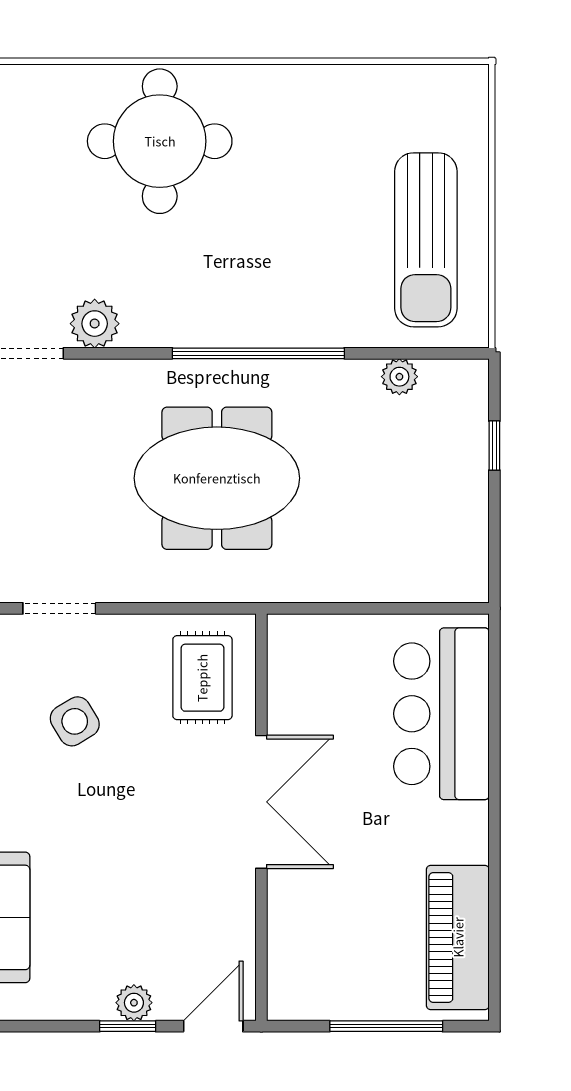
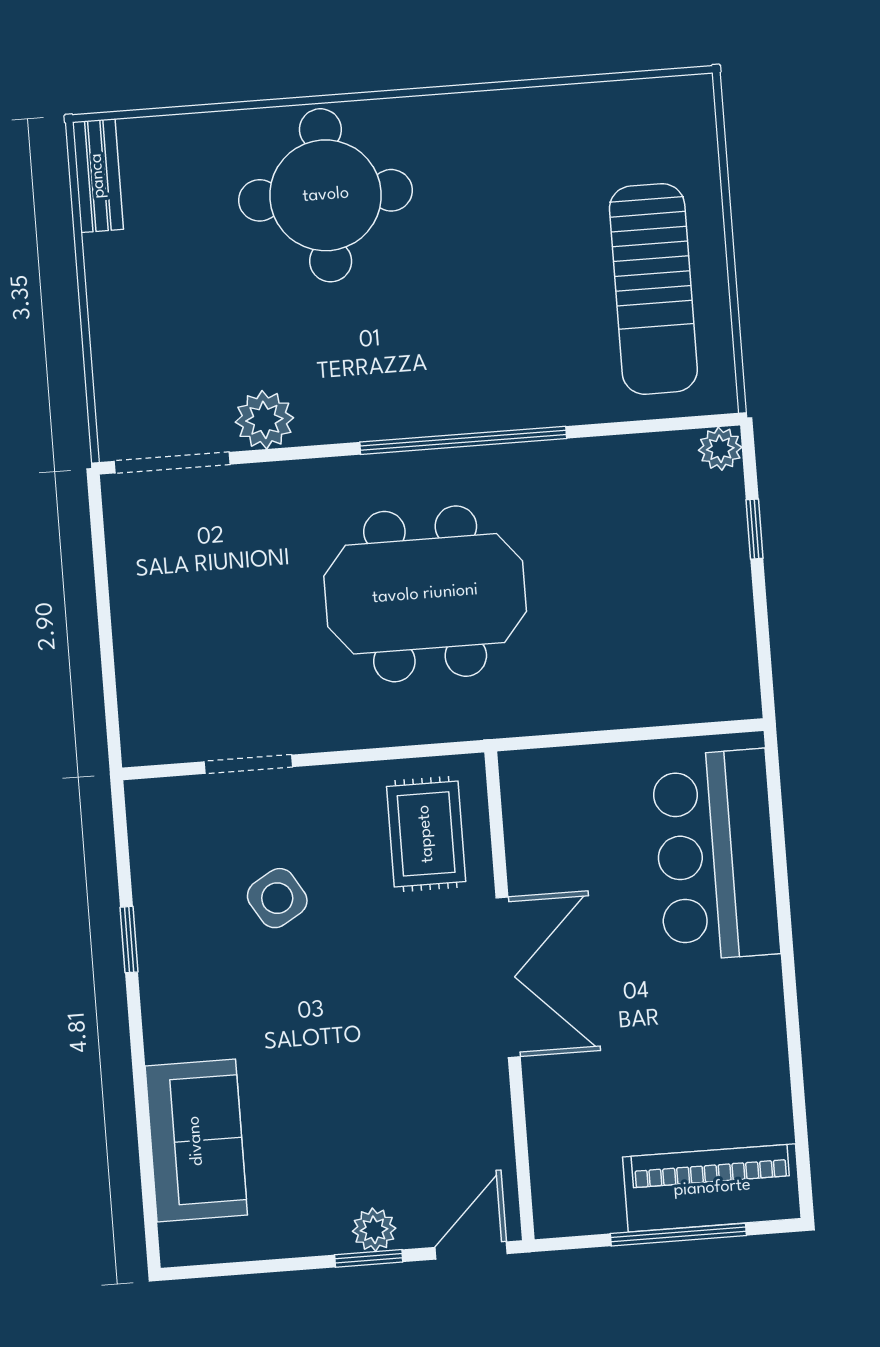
plant: (399, 377) -> (720, 449), moved
piano: (458, 937) -> (712, 1188), moved, turned 90

